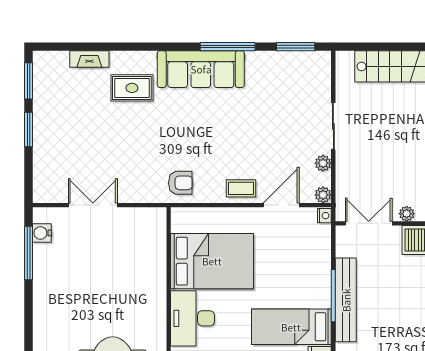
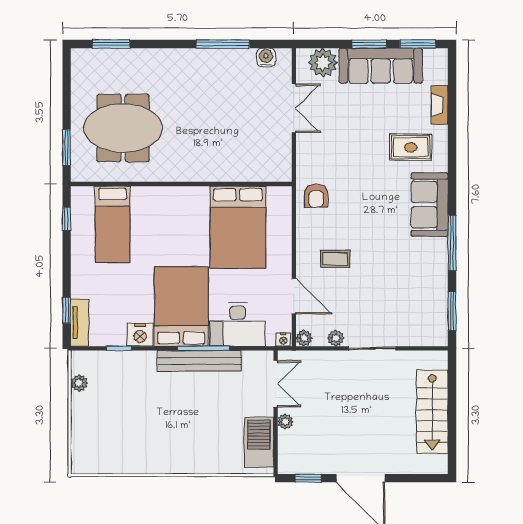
sofa: (201, 69) -> (430, 205), width x0.73
rug: (132, 88) -> (411, 147), turned 90
sofa: (50, 118) -> (381, 66), added
plant: (47, 176) -> (323, 63), added
coffee table: (241, 188) -> (335, 259), moved, turned 90
window: (28, 253) -> (223, 44), moved
desk: (193, 318) -> (237, 325), moved, turned 180
bed: (291, 327) -> (181, 307), width x1.50

